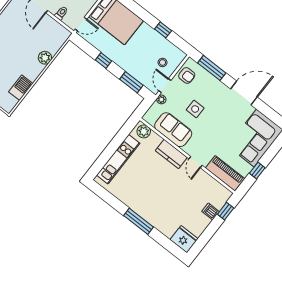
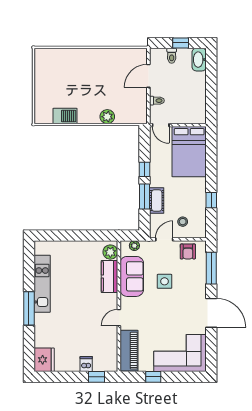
cot: (133, 69) -> (157, 200), added
window: (131, 82) -> (145, 197), moved
plant: (161, 99) -> (134, 246), moved
kitchen counter: (171, 154) -> (109, 277), moved
kitchen unit: (118, 159) -> (42, 284), moved, turned -90

